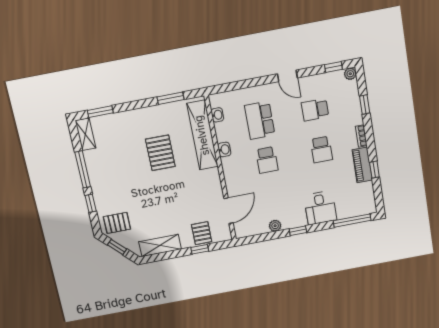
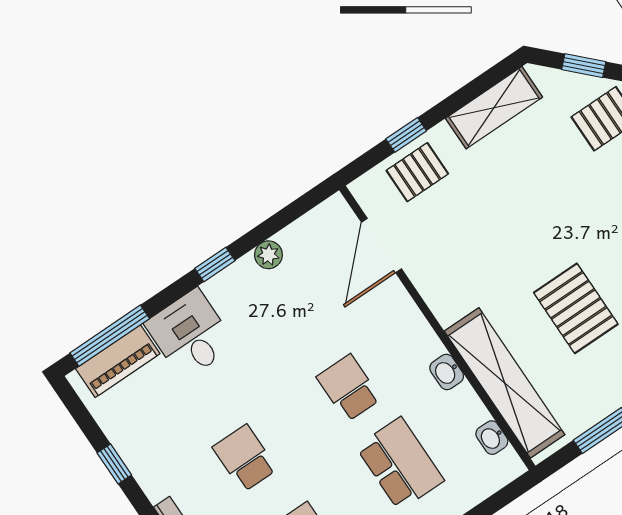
piano: (362, 165) -> (118, 361), moved, turned 90
pallet: (202, 233) -> (417, 172), turned 90

